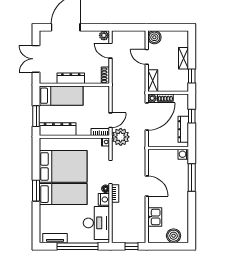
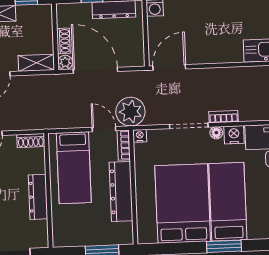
bed: (61, 96) -> (74, 168), moved, turned 180
dresser: (58, 129) -> (121, 192), moved
door: (147, 186) -> (169, 67), moved

